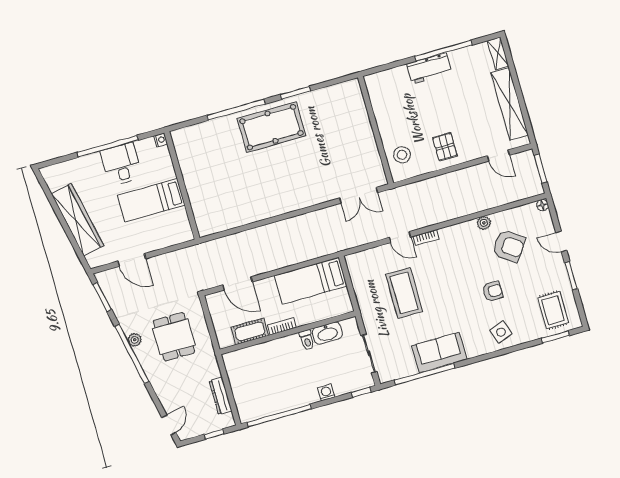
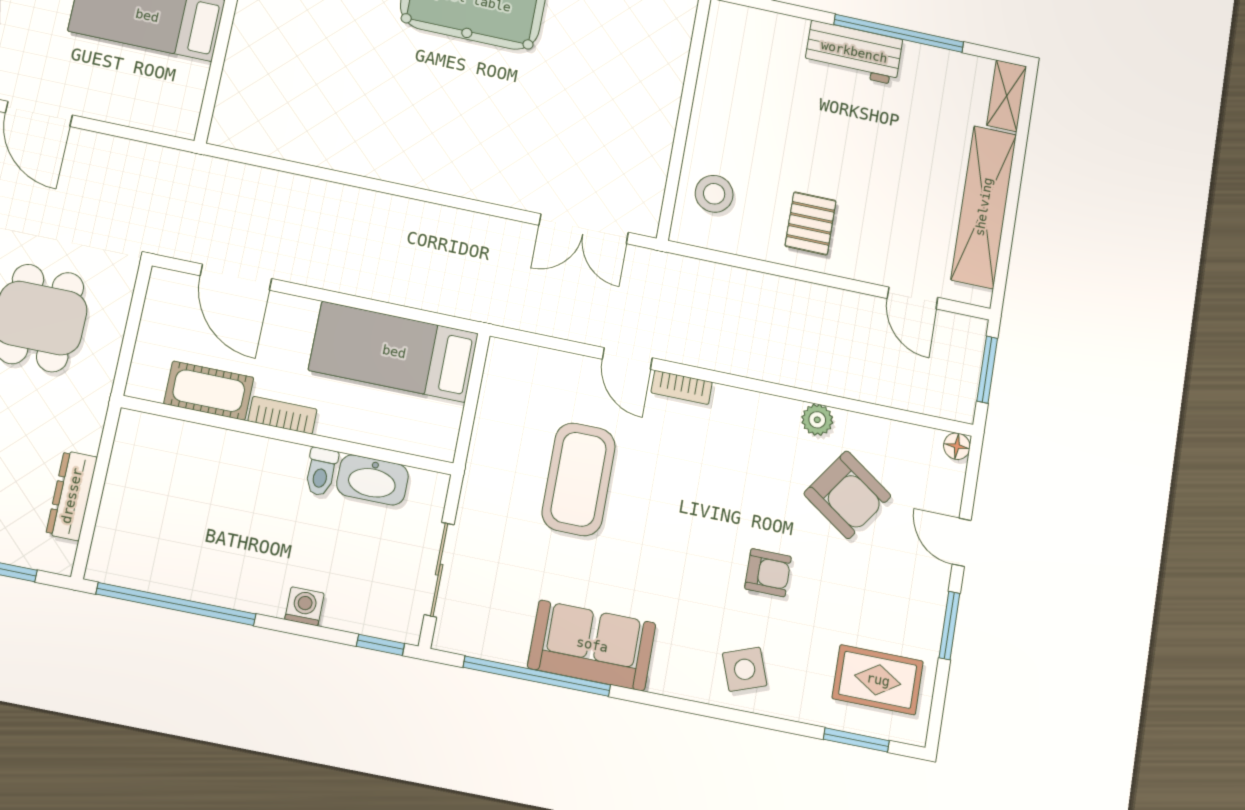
rug: (553, 310) -> (878, 680), turned 90

